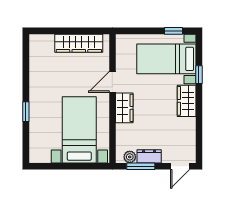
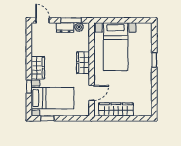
door: (112, 82) -> (92, 93), moved
door: (180, 166) -> (43, 20), hinge flipped

